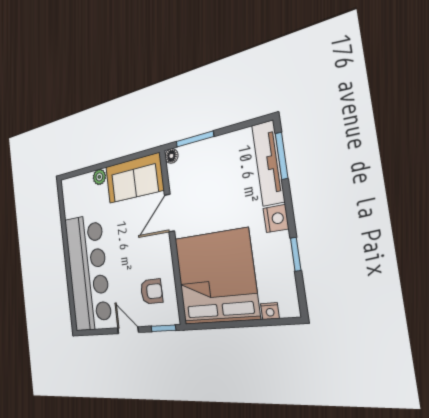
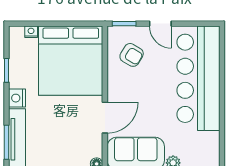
armchair: (151, 291) -> (132, 55), turned -149

